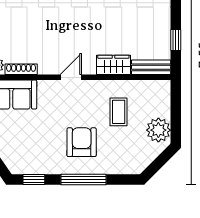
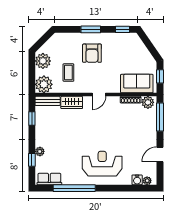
plant: (157, 93) -> (44, 84), added
window: (83, 179) -> (91, 29), width x0.69

